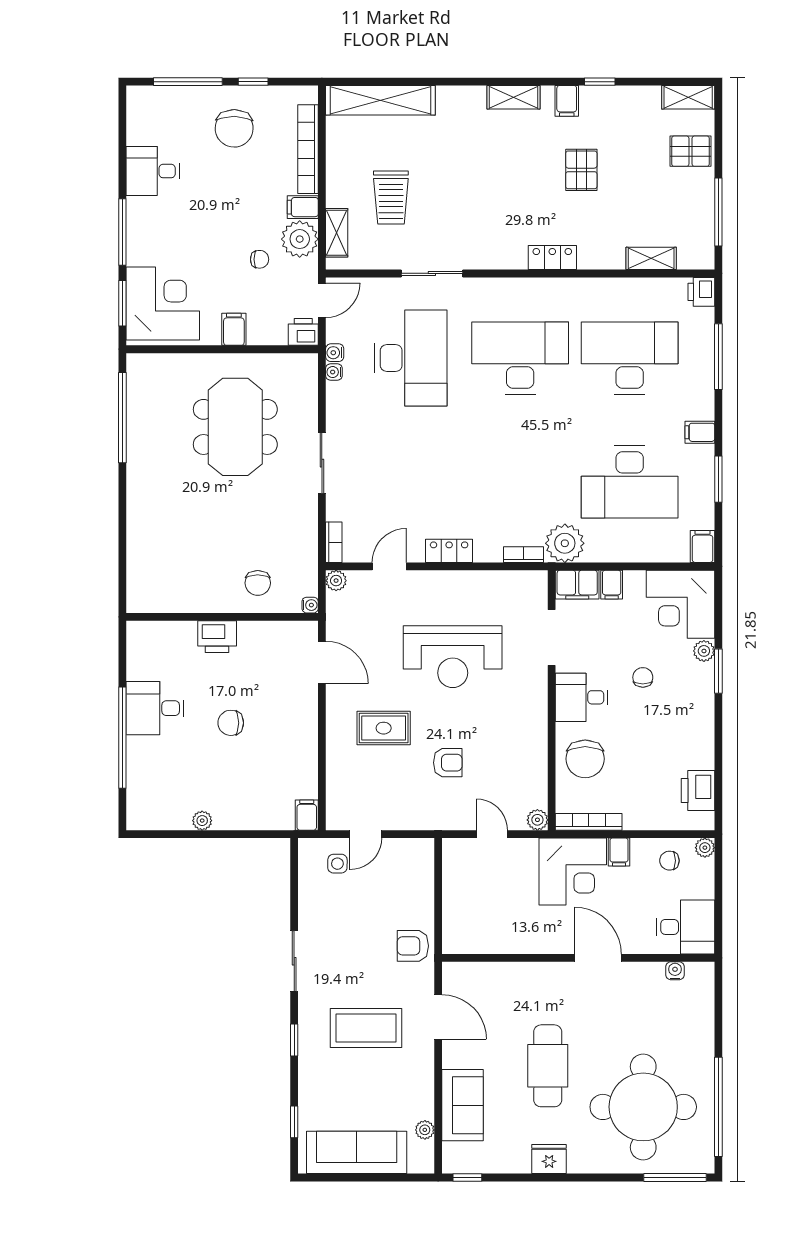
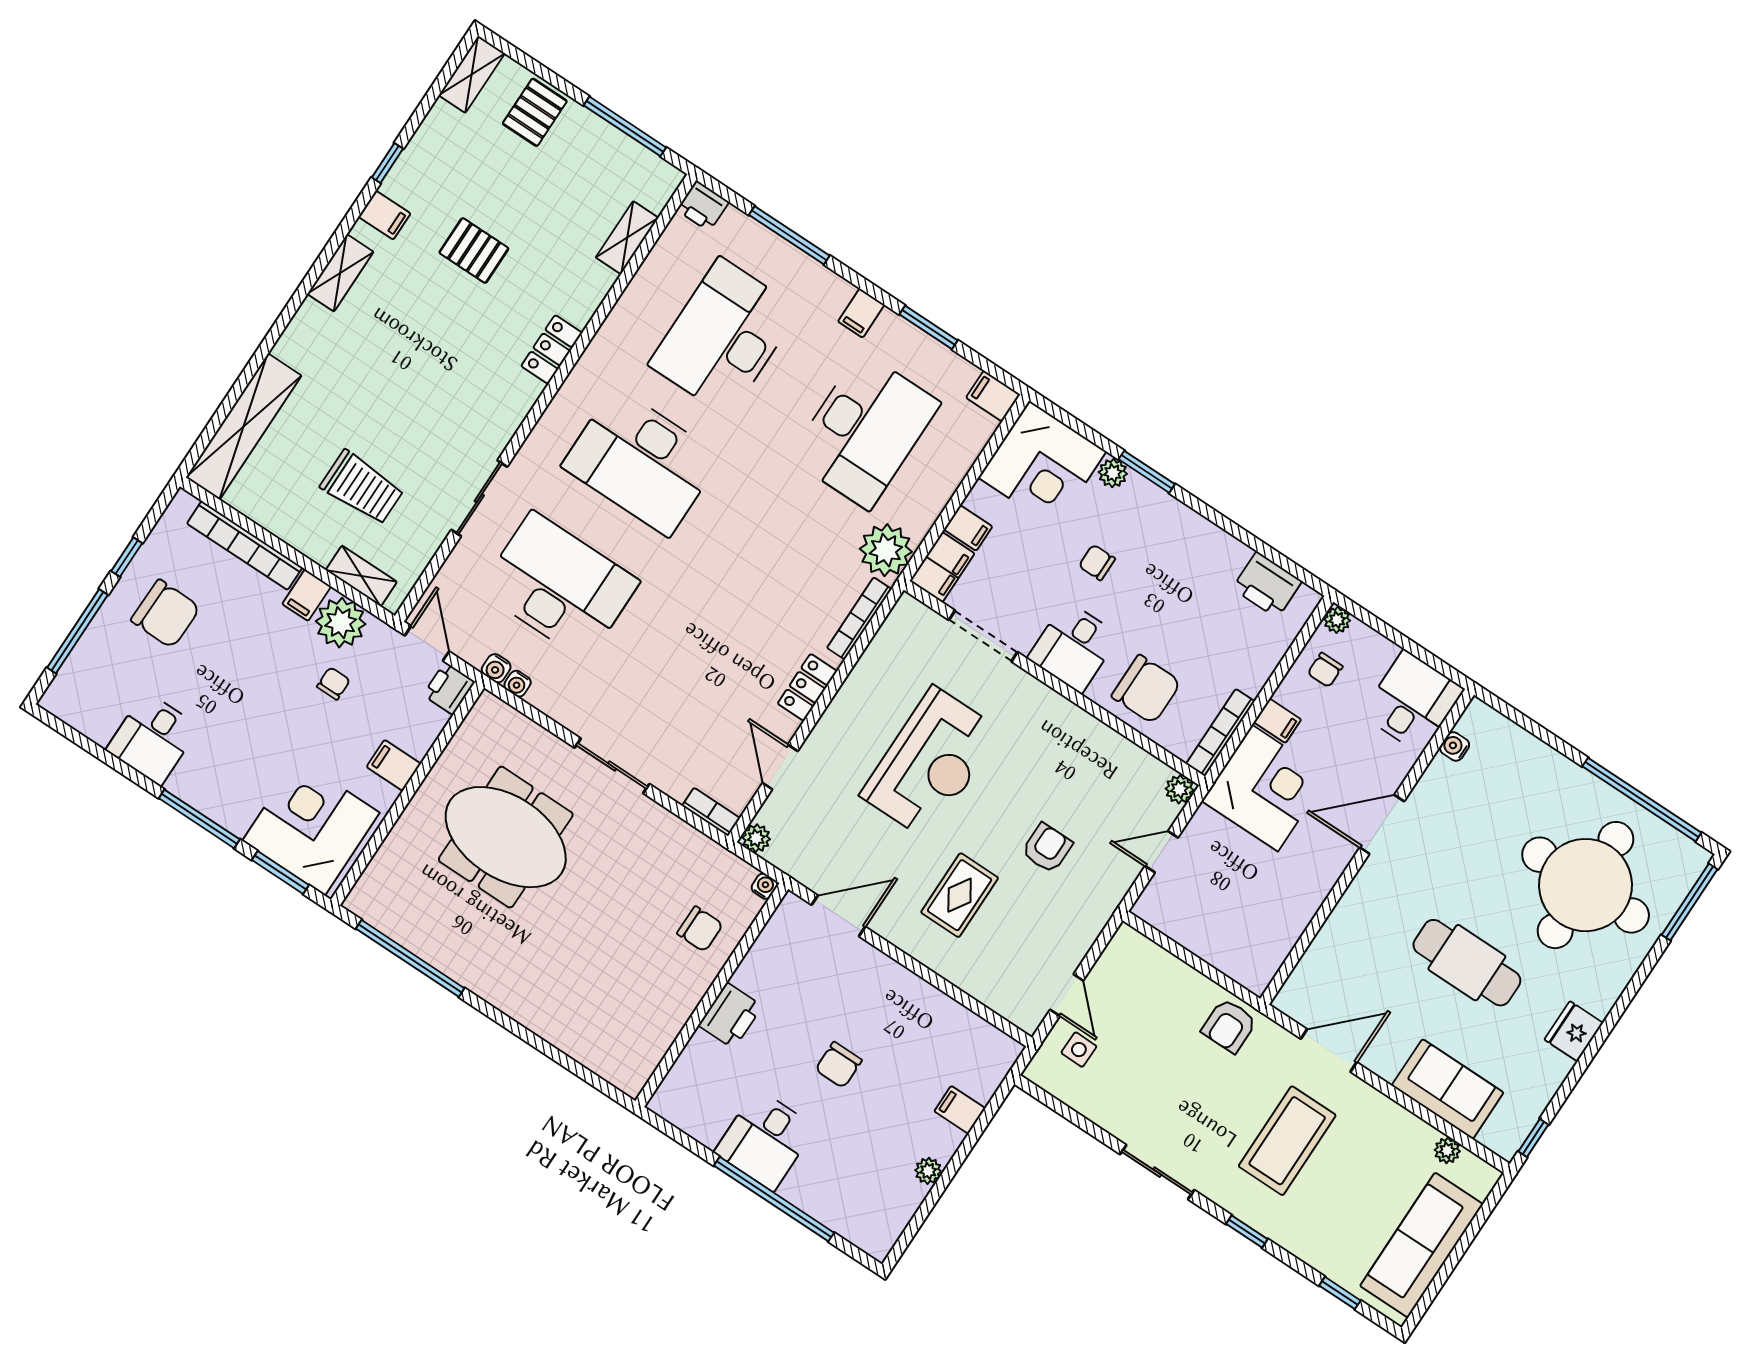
desk: (520, 358) -> (642, 462), turned -90
bookcase: (523, 555) -> (859, 618), width x1.56
filing cabinet: (307, 815) -> (960, 1110), moved

